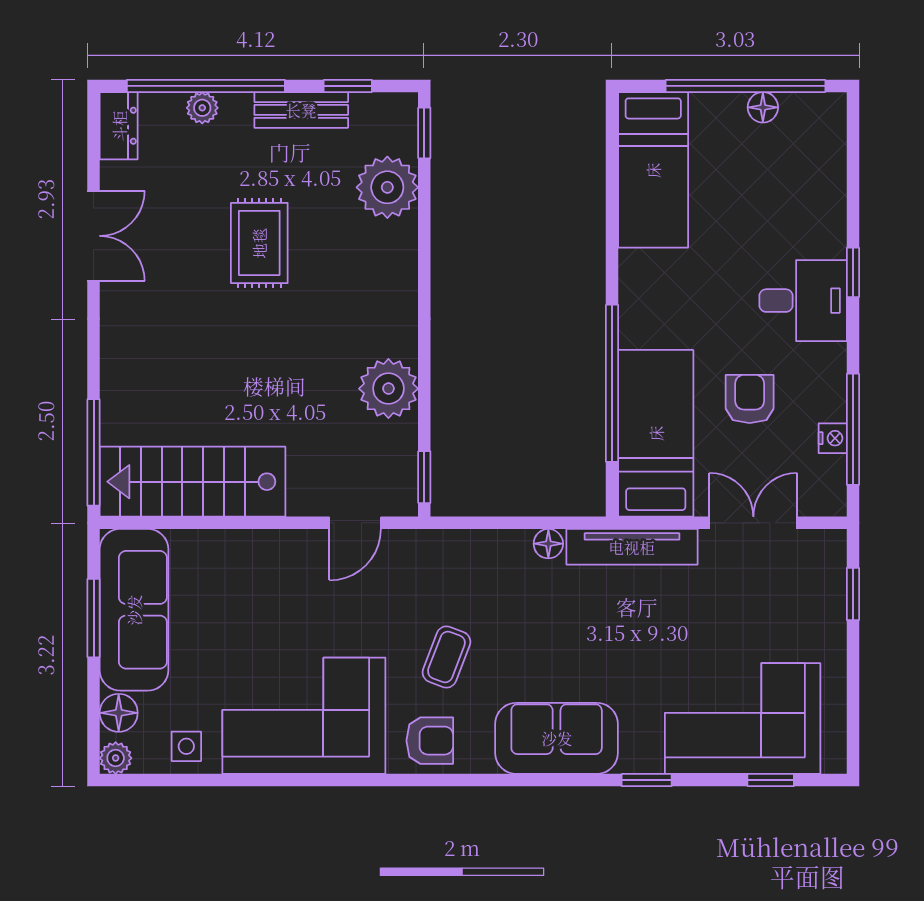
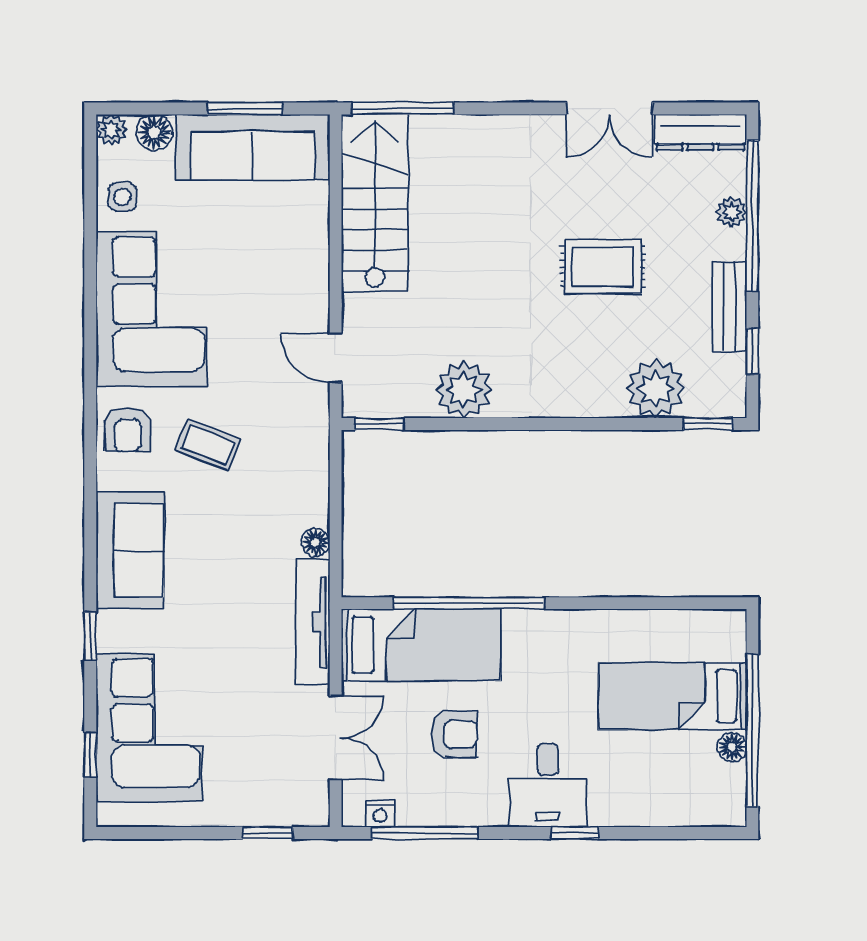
dresser: (119, 126) -> (700, 132), width x1.44
bed: (653, 170) -> (672, 696), moved
nightstand: (833, 438) -> (380, 814), moved

